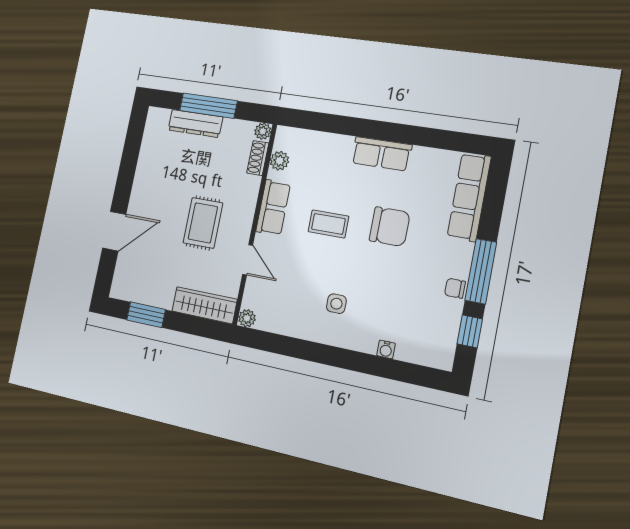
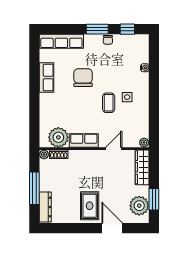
dresser: (195, 123) -> (45, 207), moved
row of seats: (381, 154) -> (46, 77), moved
plant: (279, 161) -> (58, 137), width x1.88, depth x1.88
rug: (203, 223) -> (90, 206), moved, turned 90
coffee table: (328, 224) -> (109, 103), moved
window: (481, 271) -> (97, 29), width x0.69
plant: (141, 286) -> (139, 206), added

